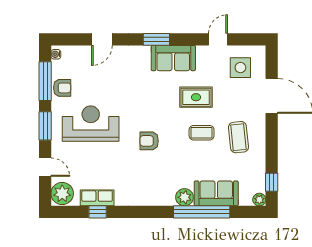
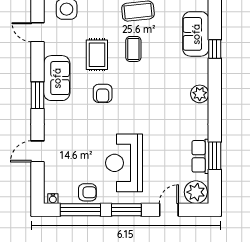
door: (102, 39) -> (37, 151), swing flipped
armchair: (62, 88) -> (87, 192), turned 90
armchair: (149, 141) -> (103, 93), moved
plant: (184, 197) -> (200, 94), moved
window: (98, 212) -> (215, 156), width x1.50
window: (202, 212) -> (215, 49), width x0.32

